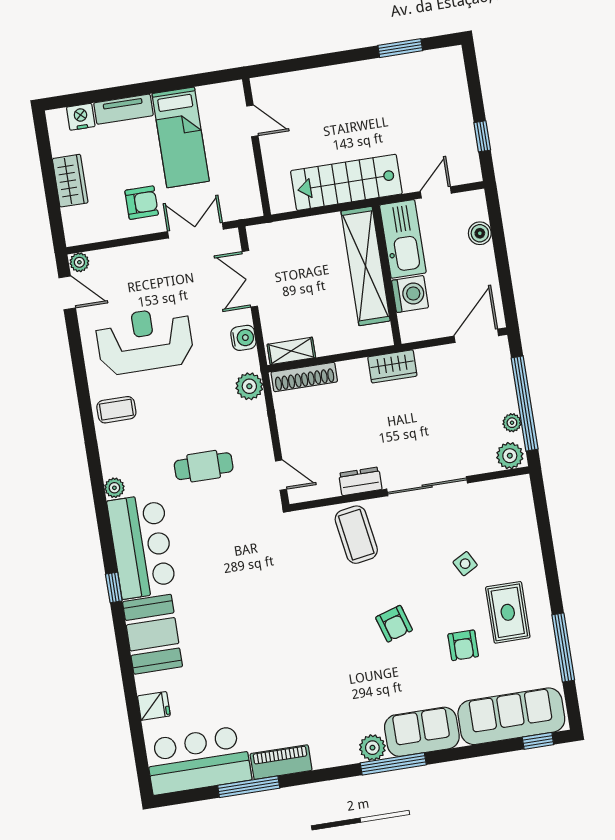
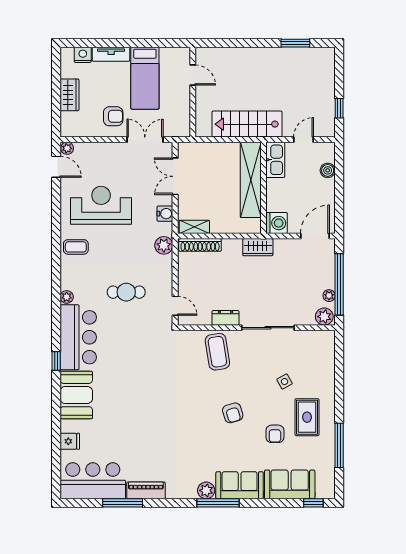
kitchen sink: (403, 239) -> (275, 160), width x0.73, depth x0.81
washing machine: (410, 294) -> (277, 223), moved
sofa: (511, 716) -> (290, 484), width x0.73

